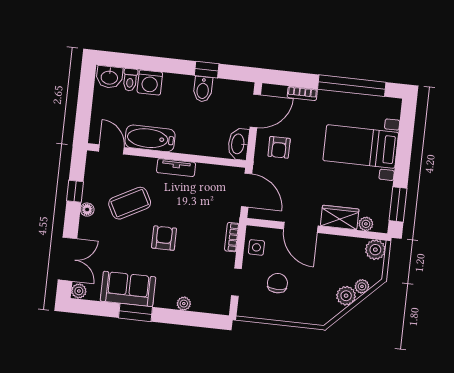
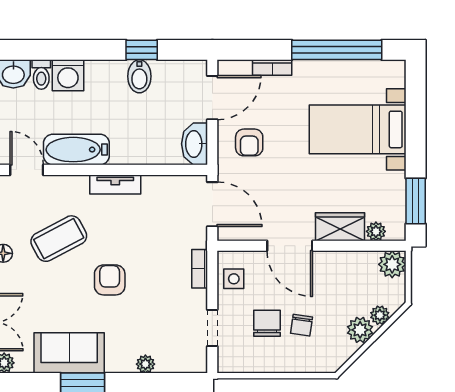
chair: (303, 287) -> (302, 325), added

